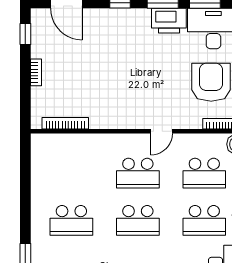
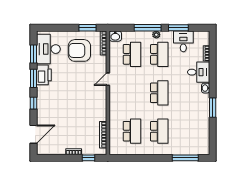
window: (25, 34) -> (88, 158), moved
door: (161, 131) -> (108, 79), swing flipped
school desk: (138, 173) -> (132, 131), moved

